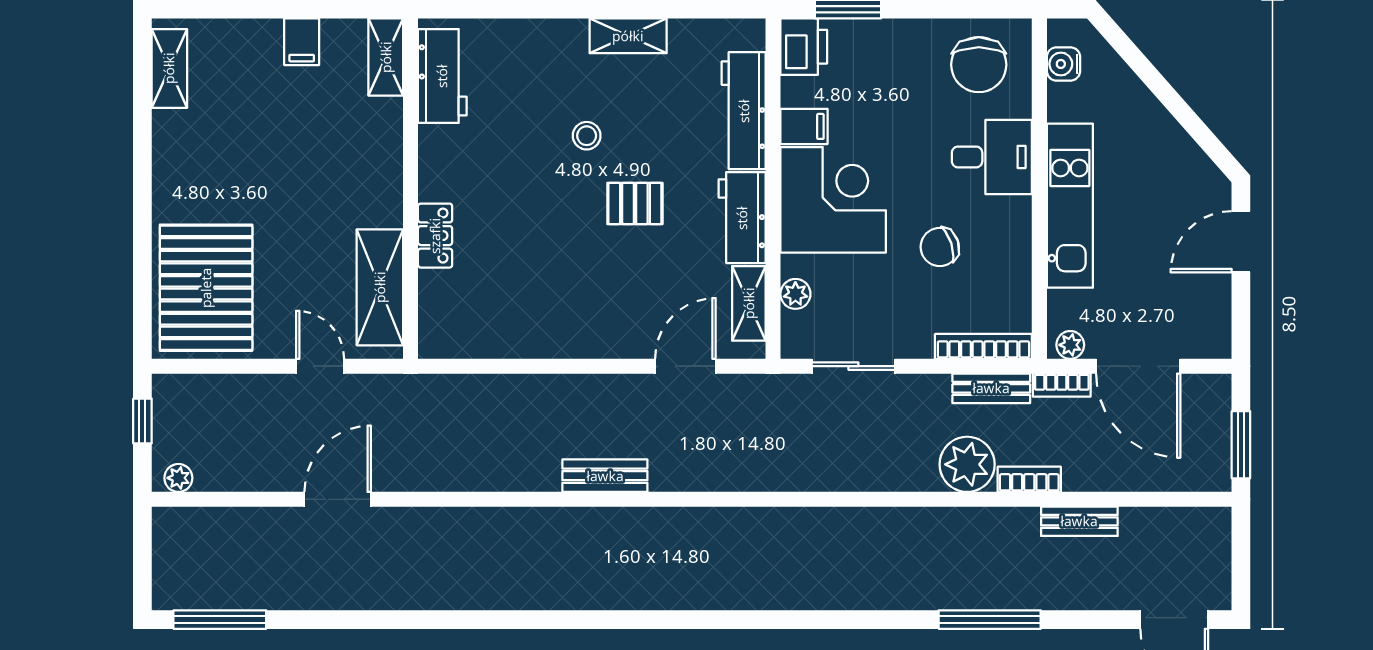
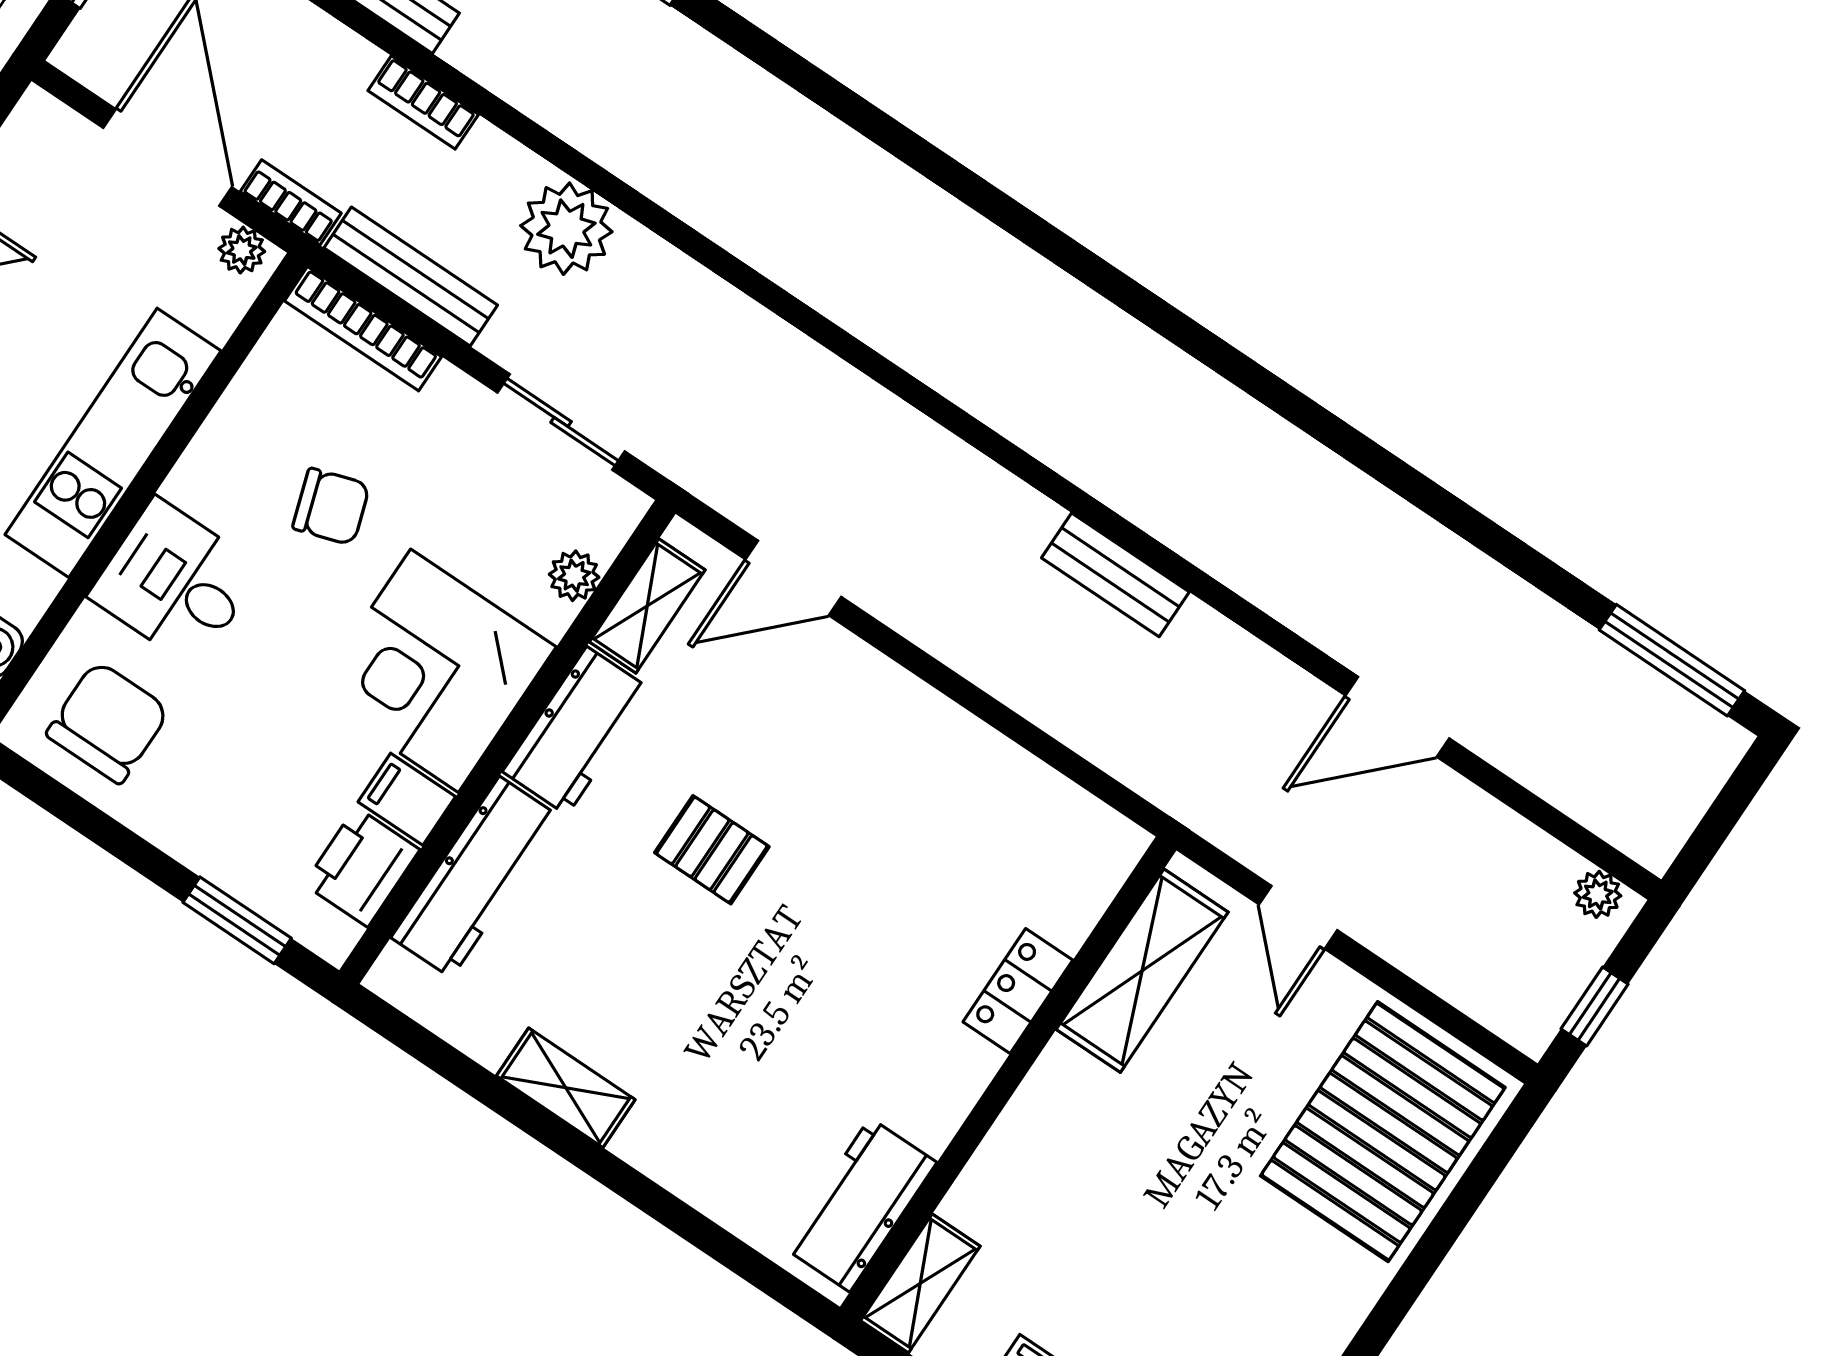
printer: (804, 47) -> (362, 867), moved
stool: (587, 136) -> (716, 988), removed
bench: (991, 388) -> (411, 276), width x1.36
plant: (967, 464) -> (566, 229), moved
bench: (605, 476) -> (1115, 575), moved

